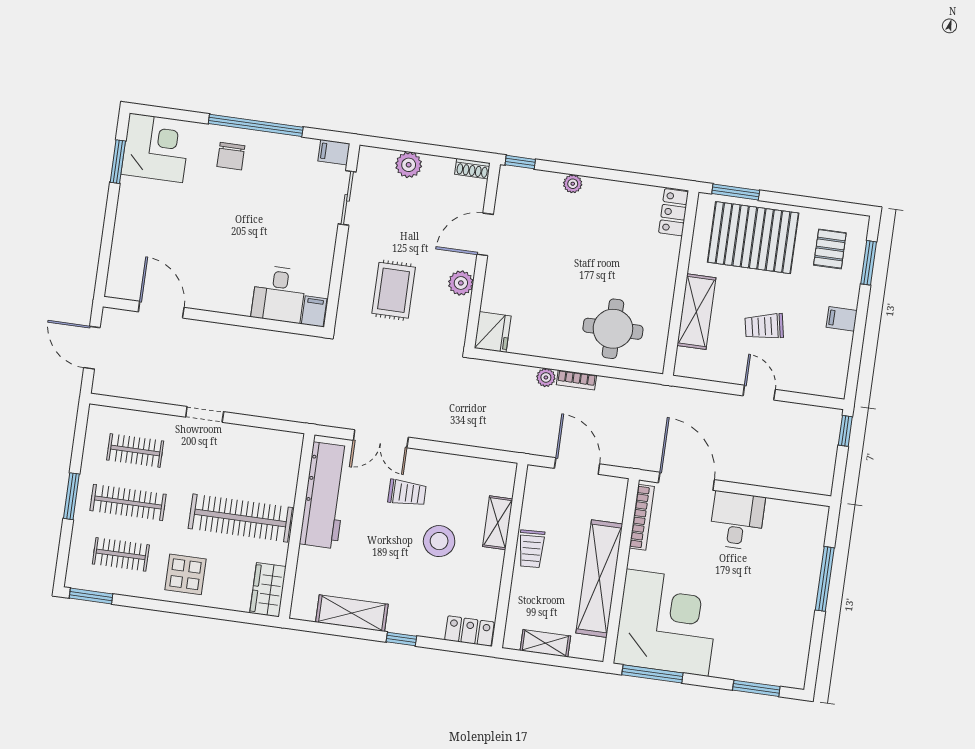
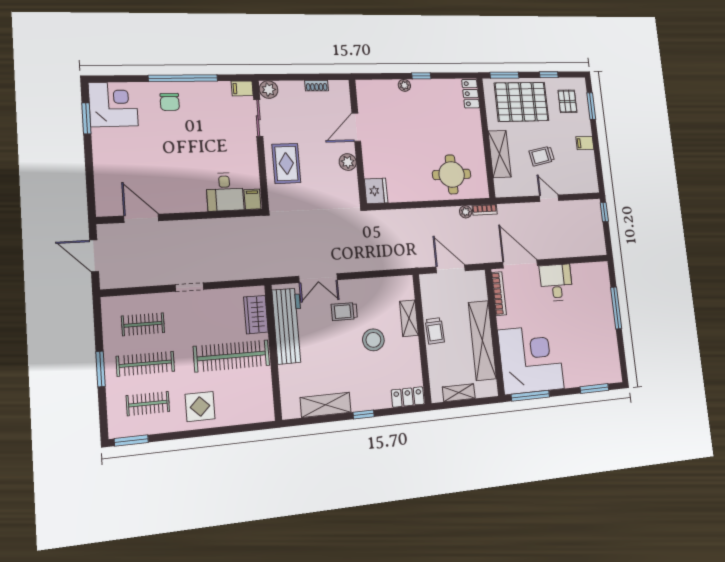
window: (520, 162) -> (421, 76), moved
plant: (409, 165) -> (269, 90), moved
shoe rack: (472, 169) -> (317, 86), moved
window: (810, 202) -> (549, 75), added
rug: (394, 290) -> (286, 163), moved
plant: (546, 377) -> (466, 212), moved
bookcase: (576, 380) -> (485, 210), moved
trolley: (407, 493) -> (344, 312), turned 180
wardrobe: (268, 590) -> (256, 315), moved

